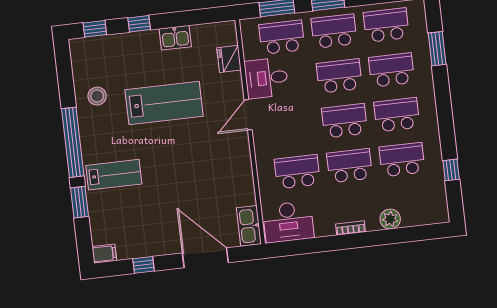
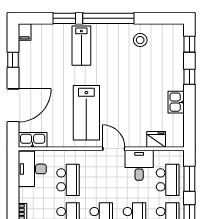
lab bench: (164, 103) -> (86, 113), moved

